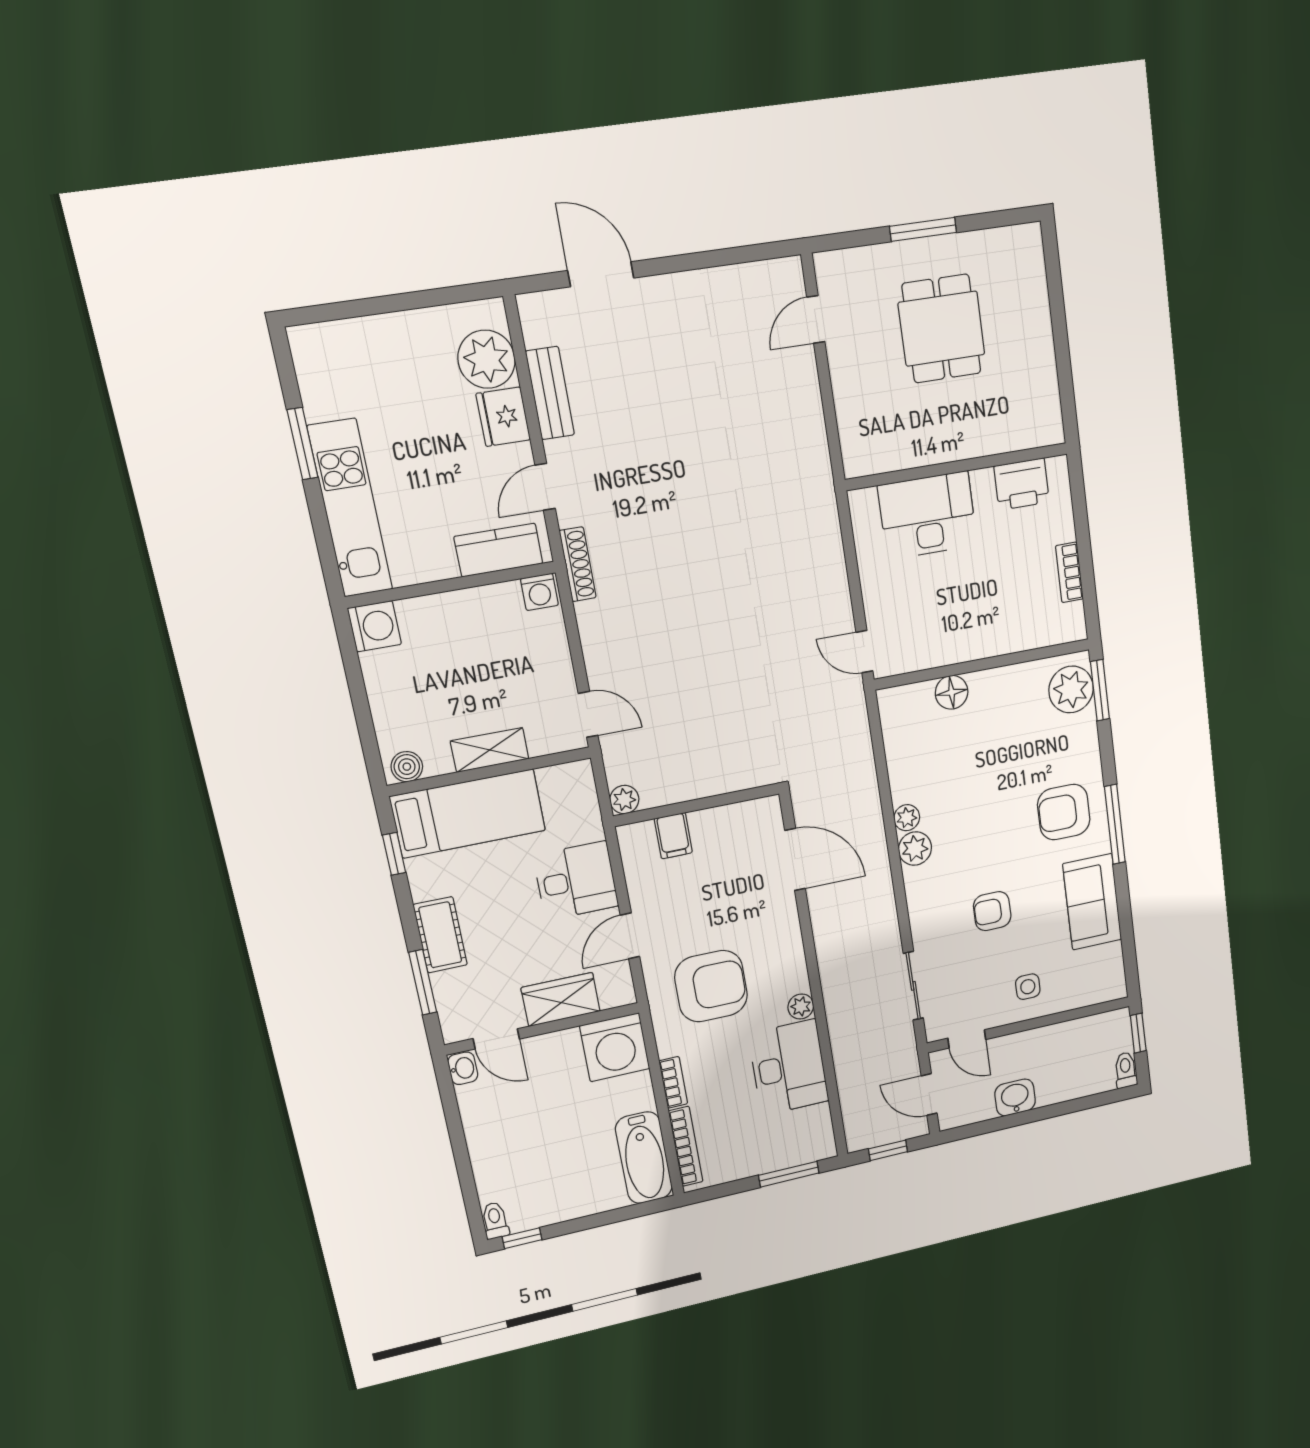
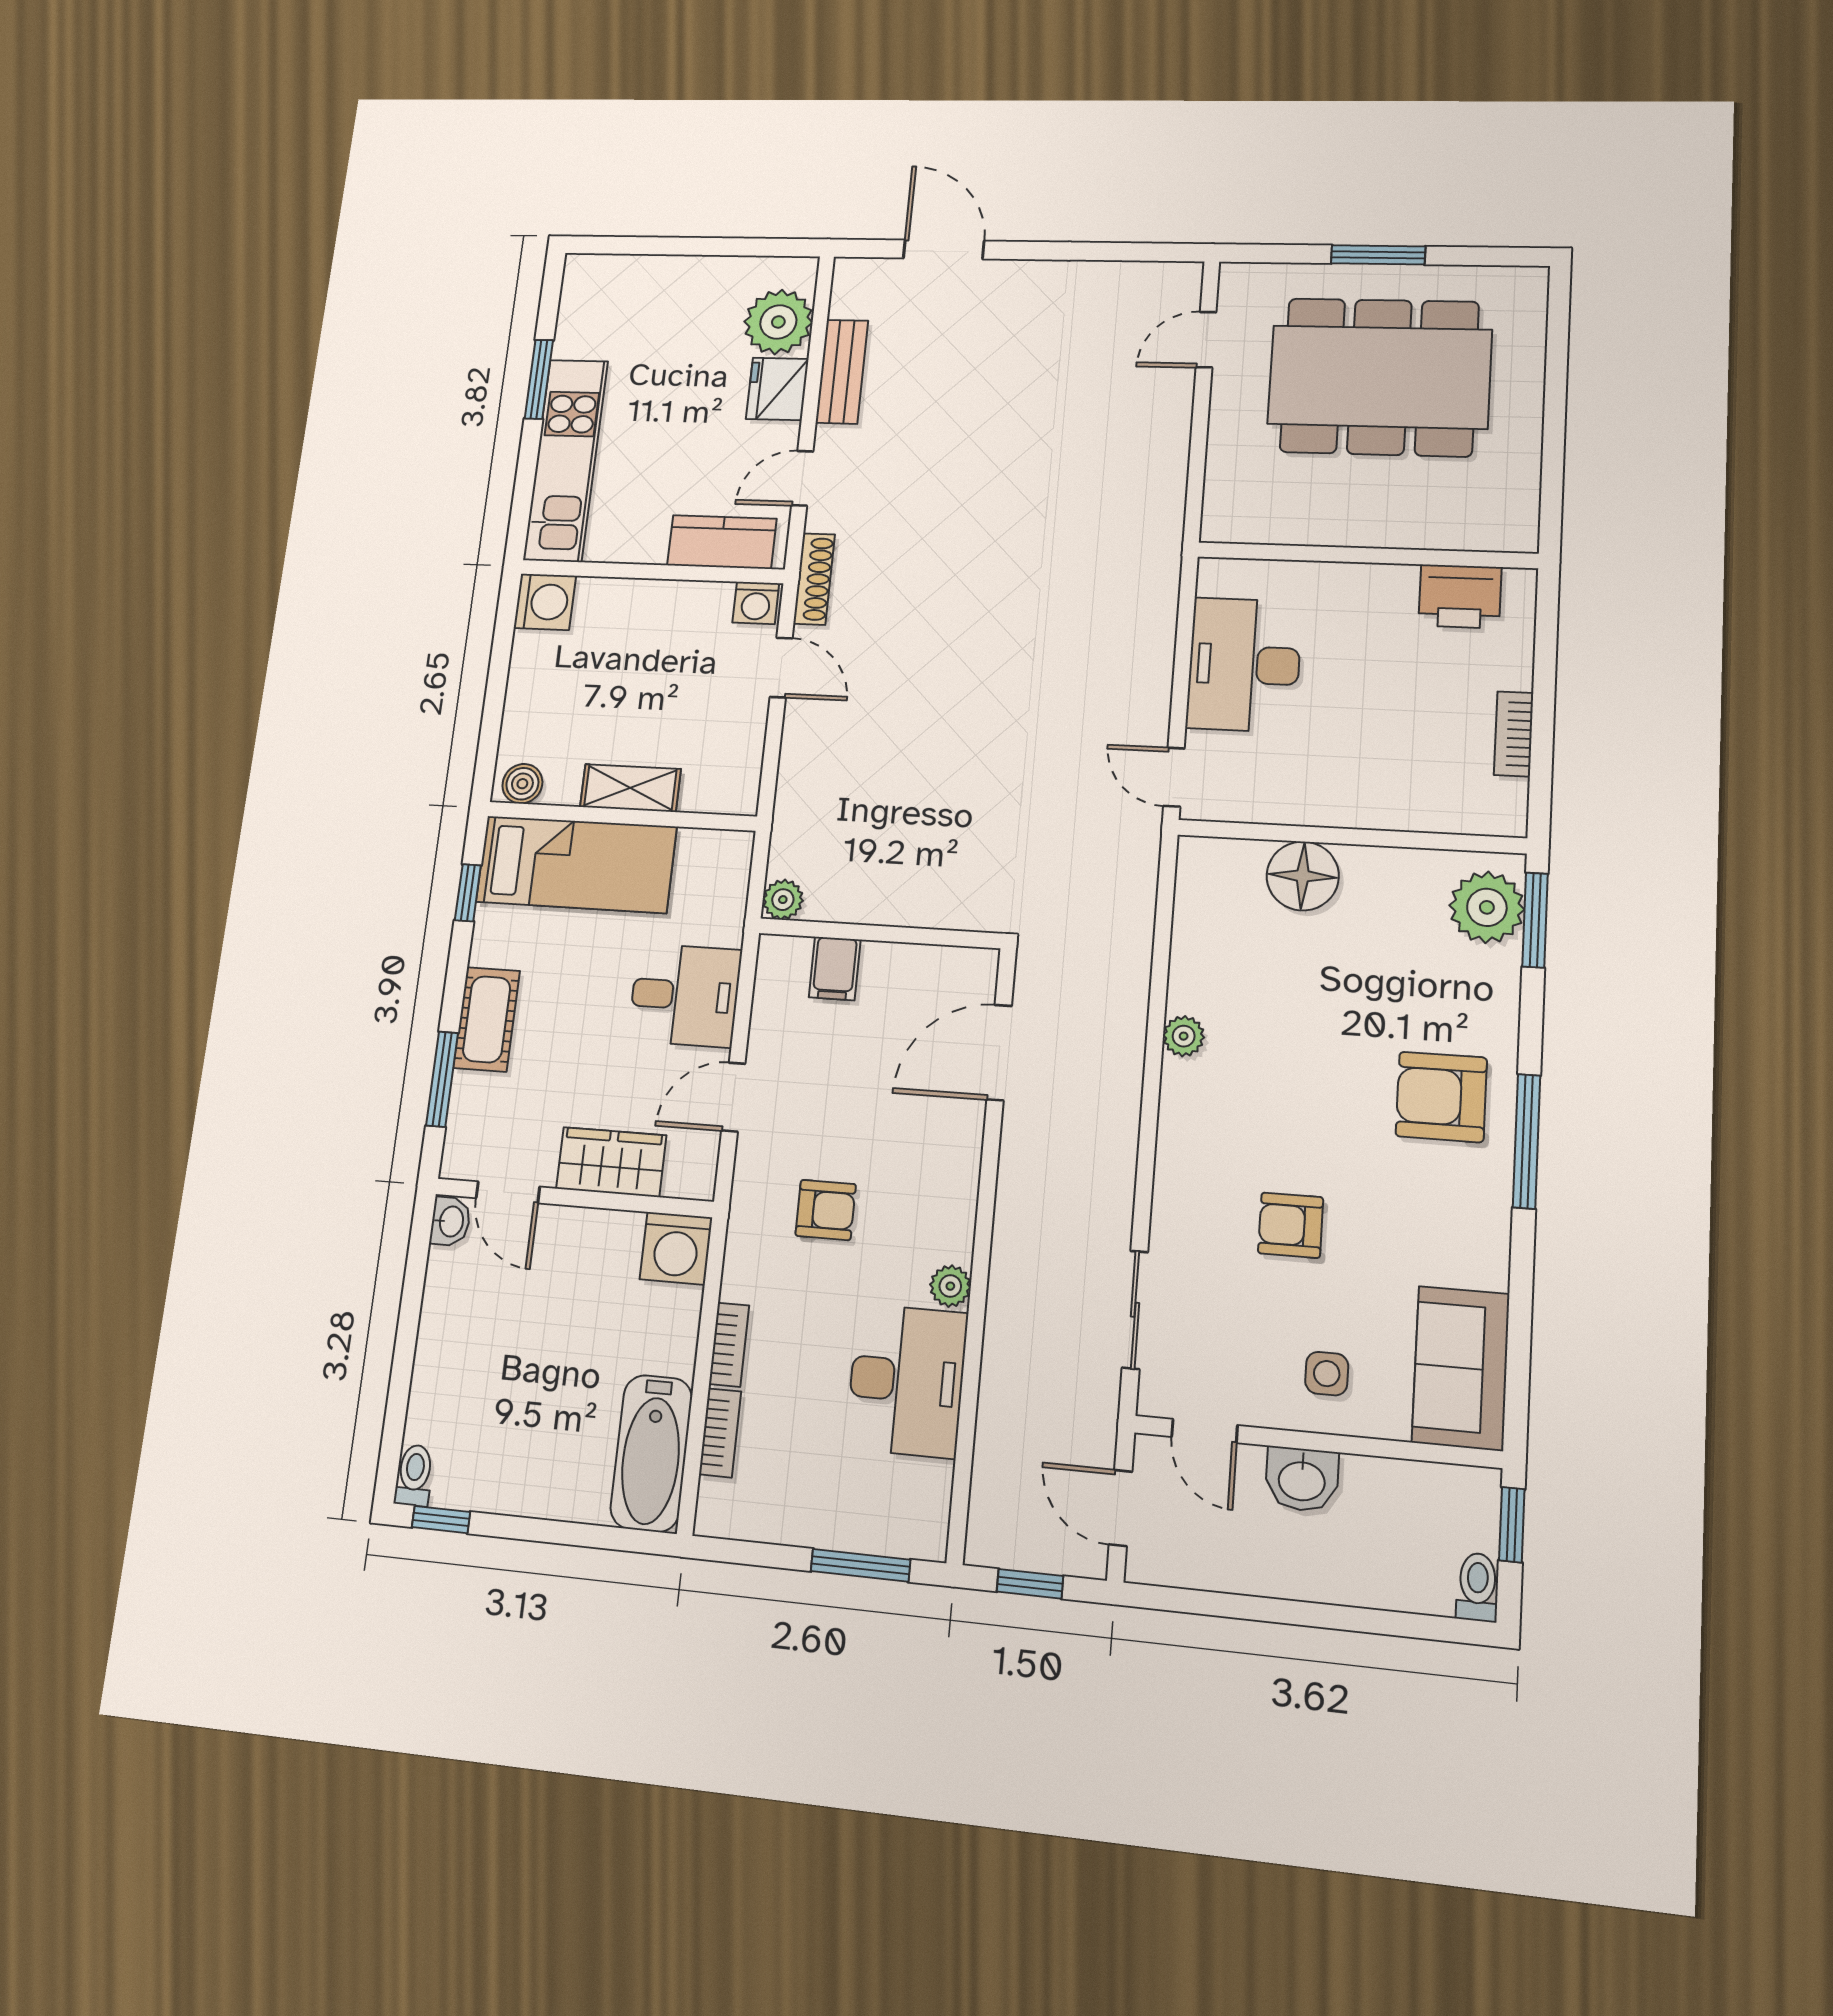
dining table: (942, 329) -> (1379, 377), width x1.88, depth x1.24
desk: (928, 515) -> (1244, 665), moved, turned -90
floor lamp: (952, 692) -> (1303, 876), width x1.38, depth x1.38
door: (588, 714) -> (781, 668), moved
plant: (915, 849) -> (1186, 1088), removed
door: (795, 860) -> (999, 1053), swing flipped
sofa: (1092, 902) -> (1461, 1368), moved
armchair: (711, 986) -> (826, 1210), width x0.53, depth x0.53
washing machine: (615, 1047) -> (676, 1248), width x0.73, depth x0.73
washbasin: (1015, 1097) -> (1302, 1479), moved, turned 180
bookcase: (686, 1146) -> (720, 1433), width x0.64

